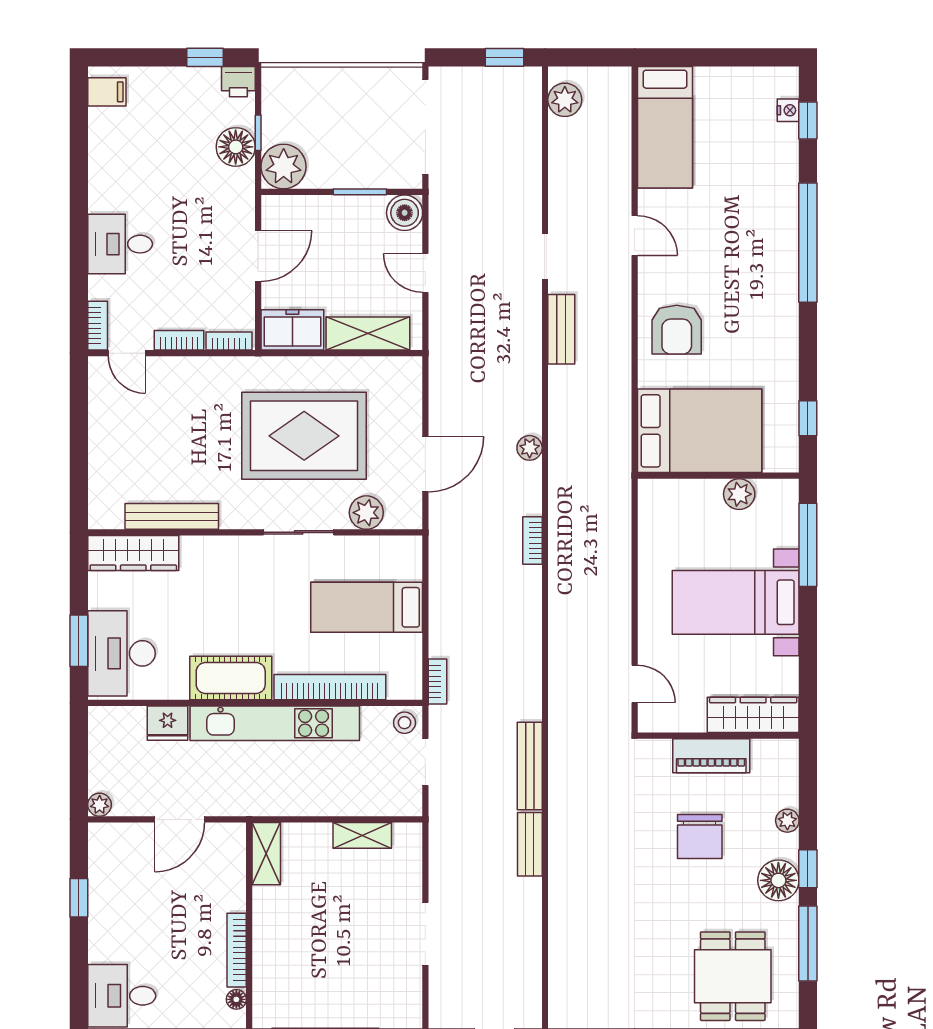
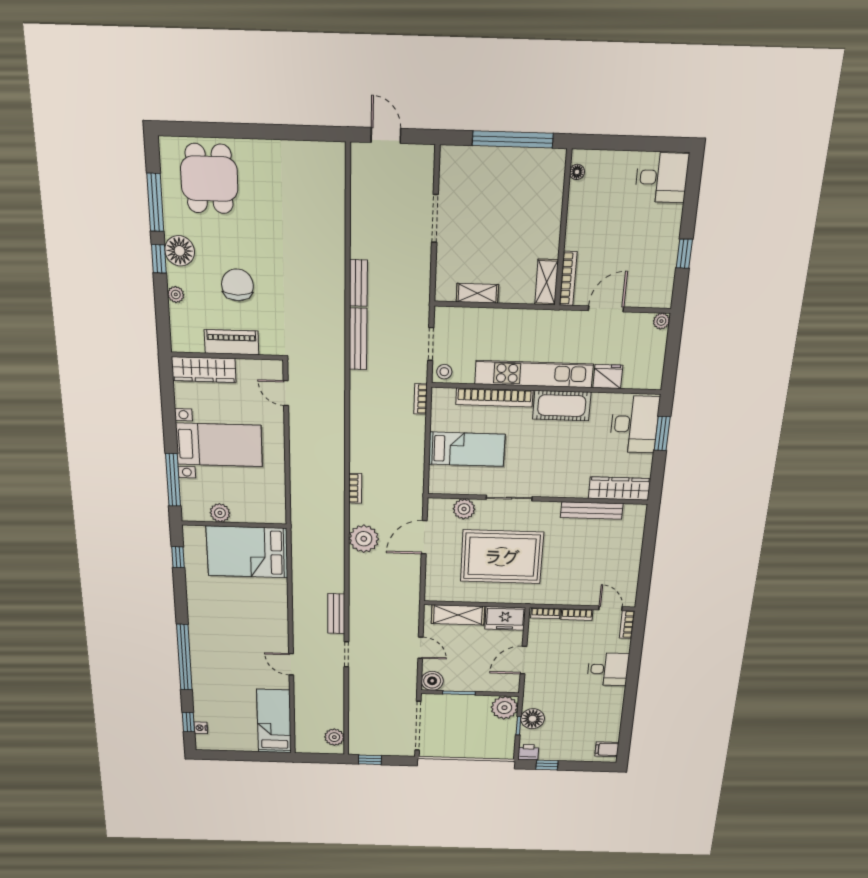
armchair: (677, 330) -> (264, 611), removed
plant: (530, 448) -> (364, 539), width x1.87, depth x1.87
bookcase: (237, 950) -> (568, 279), moved

